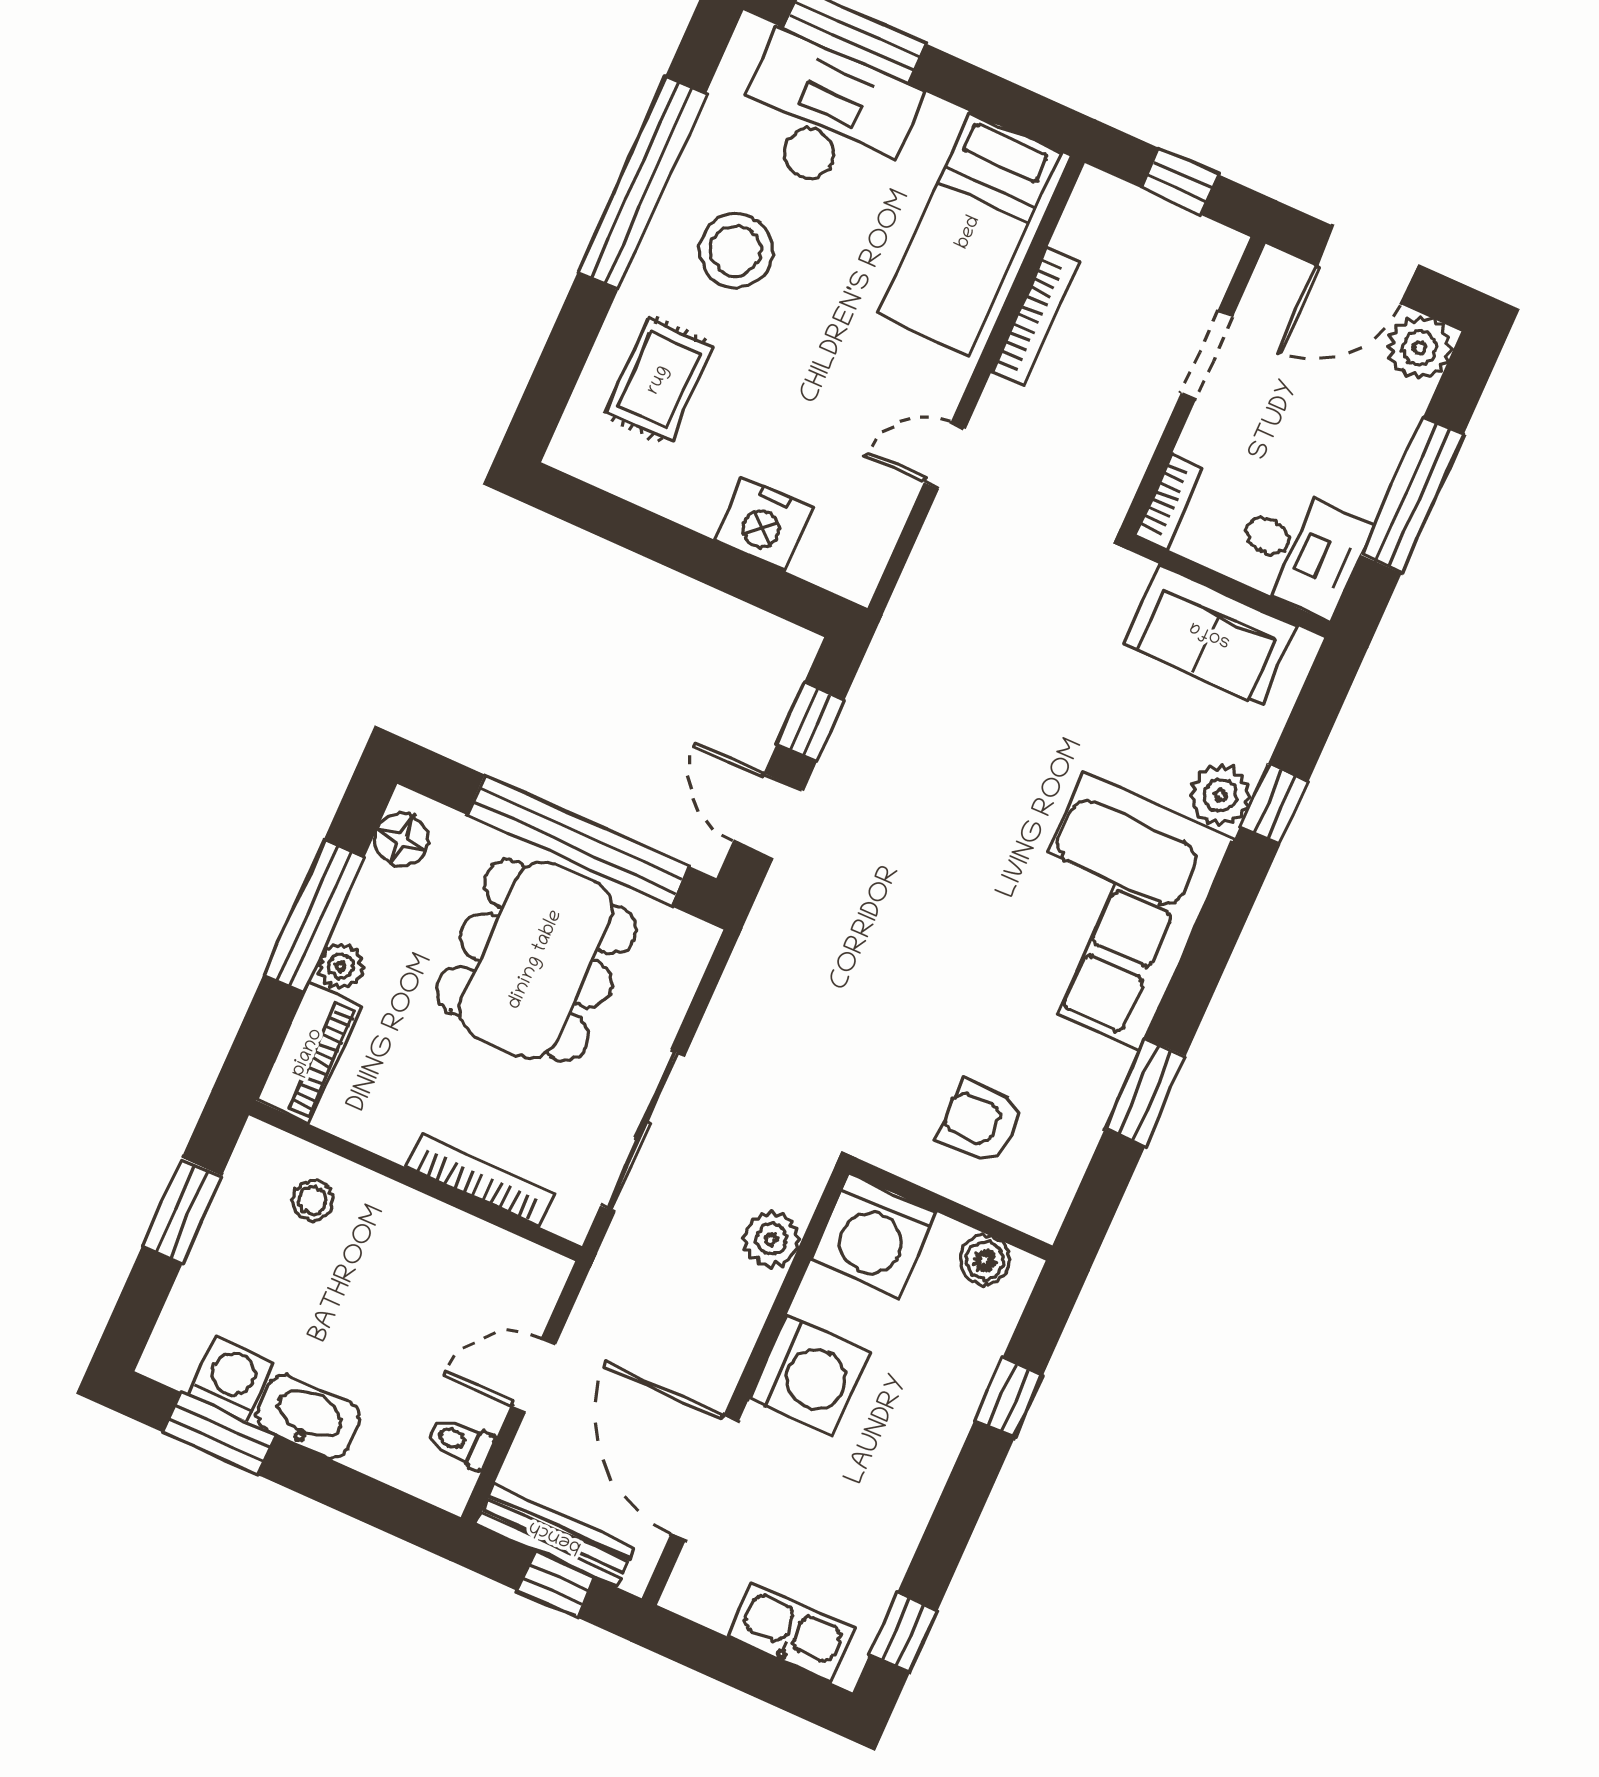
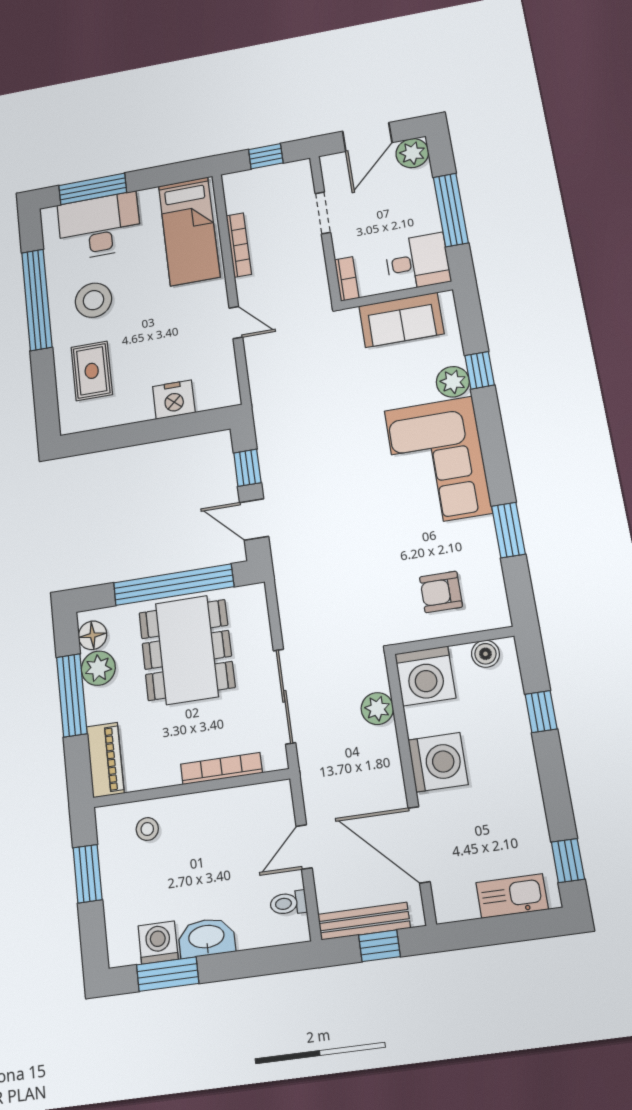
door: (945, 456) -> (236, 323), swing flipped
plant: (341, 966) -> (98, 668), moved, width x1.38, depth x1.38

